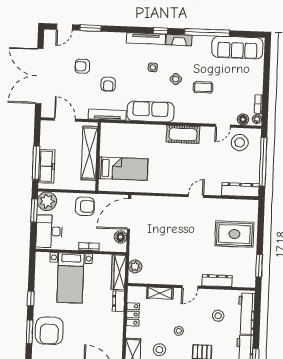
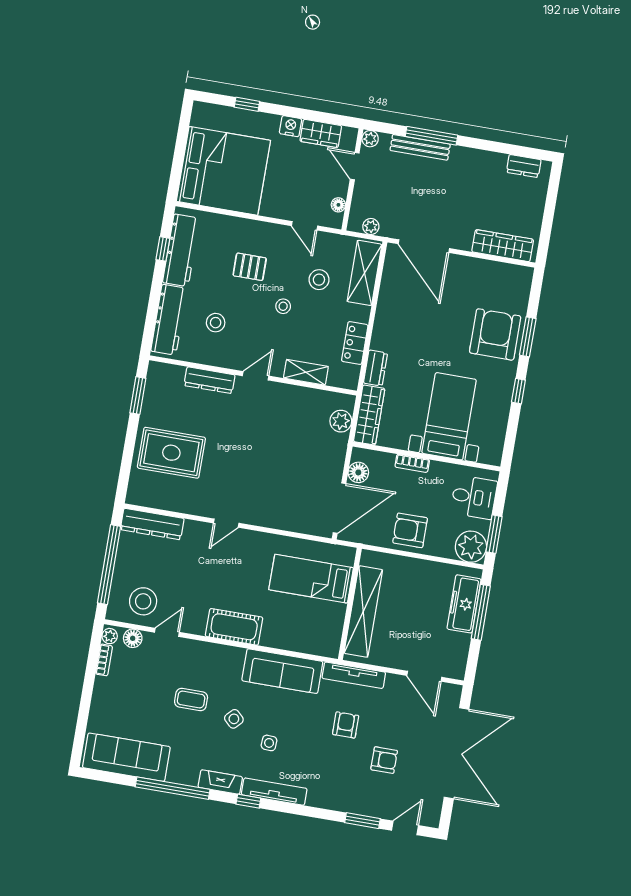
shelving: (89, 153) -> (363, 611), moved
wall: (98, 157) -> (350, 604), moved
bed: (123, 169) -> (311, 579), moved
desk: (49, 231) -> (474, 497), width x0.73

